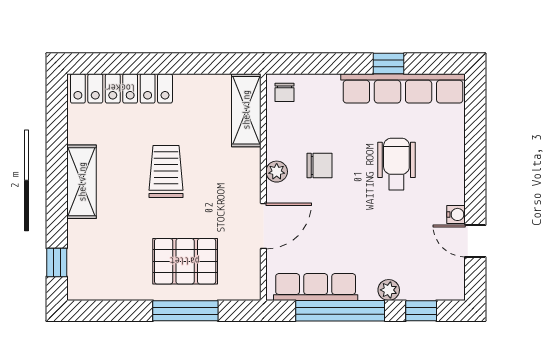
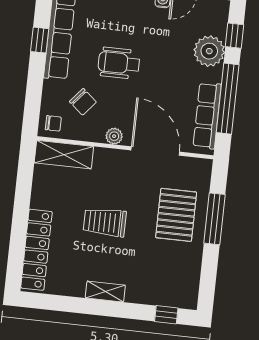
wheelchair: (396, 164) -> (119, 63), moved
chair: (320, 165) -> (83, 102), moved, turned 130
shelving: (82, 182) -> (105, 292), width x0.67, depth x0.75
door: (263, 226) -> (155, 151), width x1.36
plant: (389, 290) -> (209, 51), width x1.87, depth x1.87

